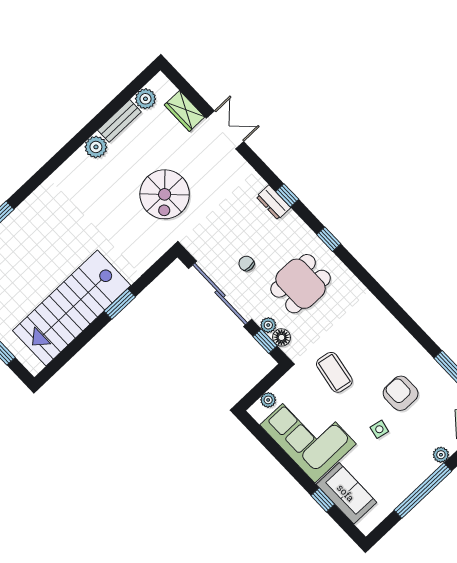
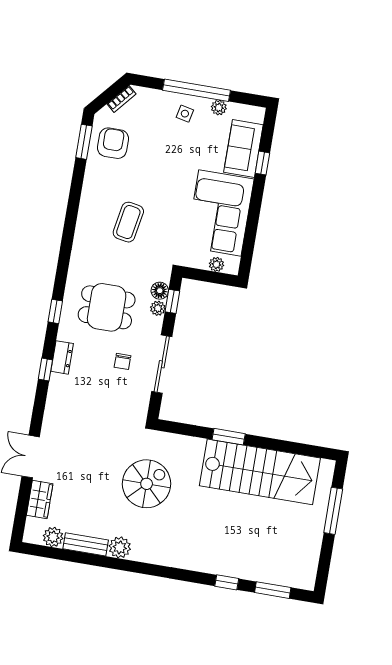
spiral stairs: (165, 194) -> (147, 484), moved
dresser: (273, 202) -> (62, 357), moved
sliding door: (220, 294) -> (162, 364), width x0.73
coffee table: (334, 372) -> (128, 222), moved
armchair: (401, 393) -> (113, 143), moved, turned 180
side table: (379, 429) -> (185, 114), moved
plant: (441, 455) -> (219, 108), moved

